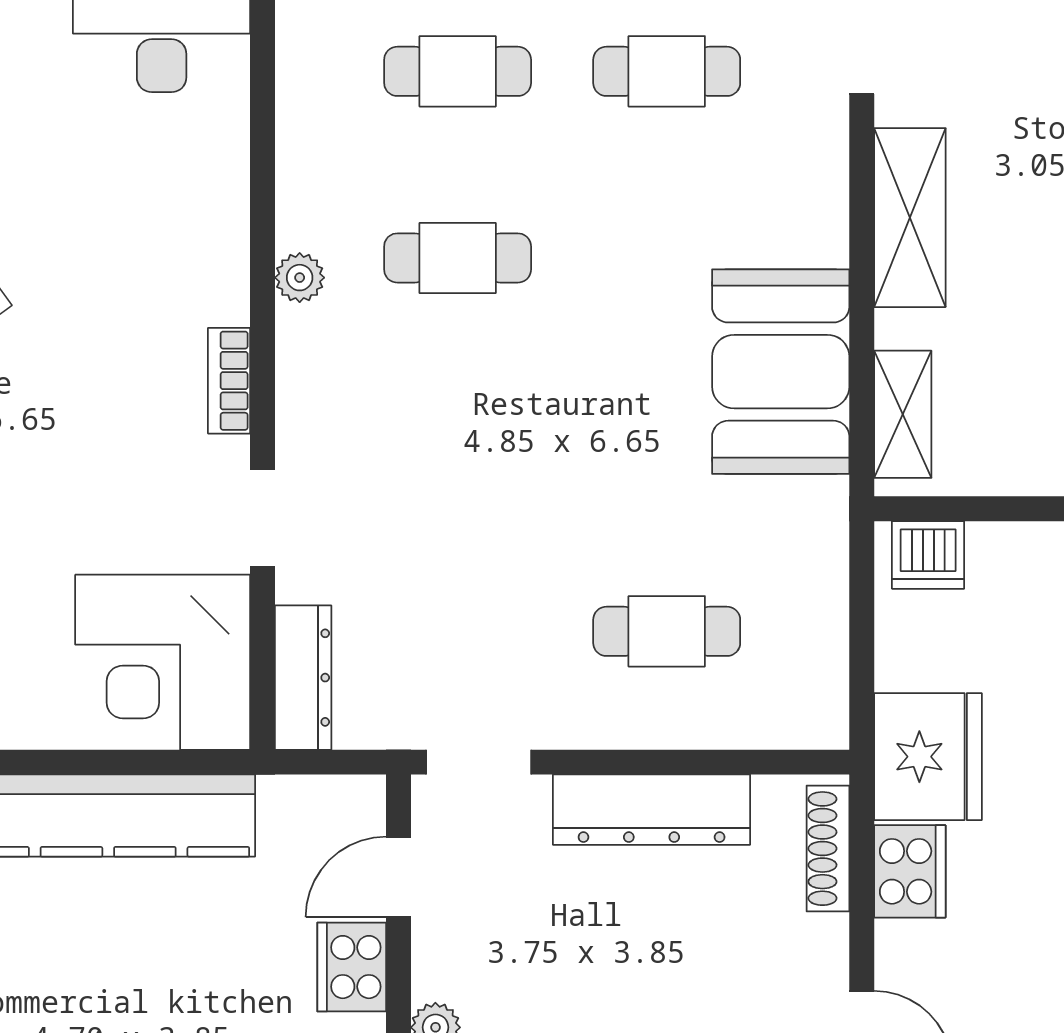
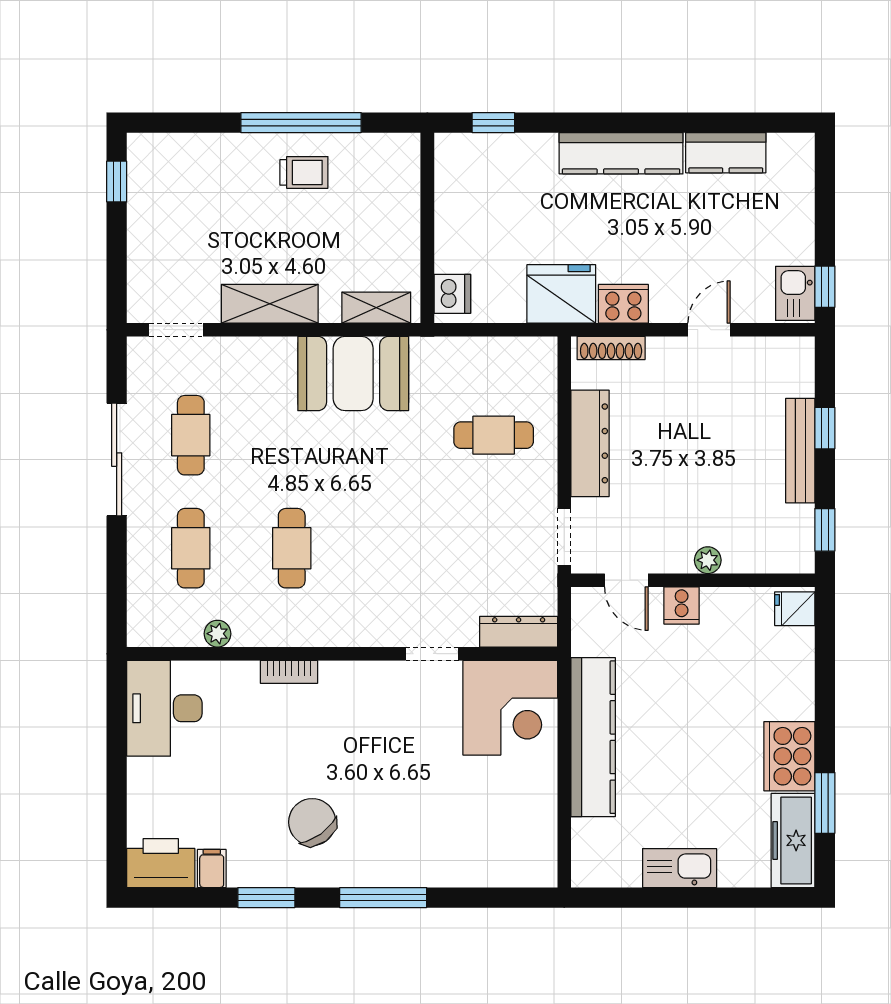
plant: (300, 278) -> (217, 634), moved
bookcase: (229, 381) -> (289, 672), moved
cafe table: (667, 631) -> (494, 435), turned 90
cooker: (352, 967) -> (682, 605), width x0.73

